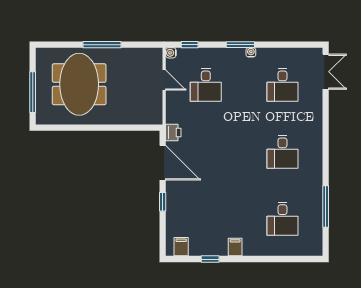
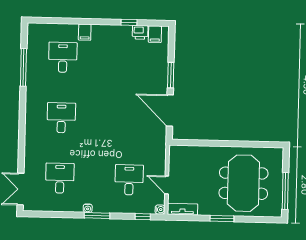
window: (102, 45) -> (222, 219), width x0.69
tv unit: (146, 54) -> (182, 209), added
window: (33, 92) -> (285, 191), moved
printer: (173, 133) -> (140, 32), moved, turned -90
window: (163, 202) -> (171, 75), width x1.50
filing cabinet: (235, 247) -> (85, 32), moved

